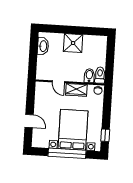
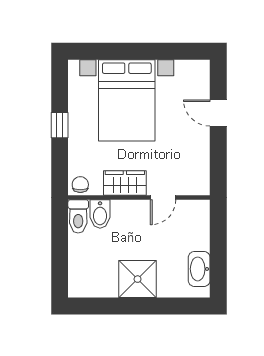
door: (58, 82) -> (163, 197), swing flipped
window: (105, 135) -> (60, 125), moved
window: (67, 153) -> (136, 51), removed

